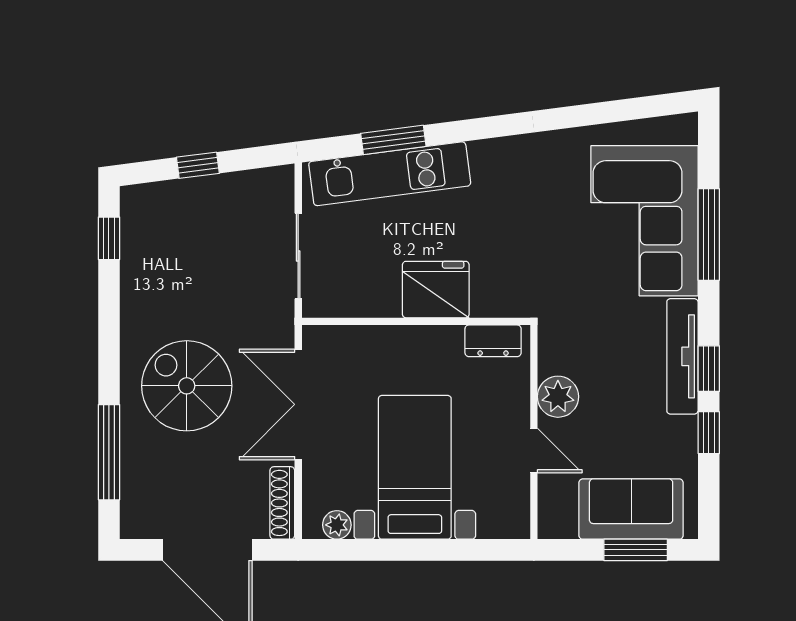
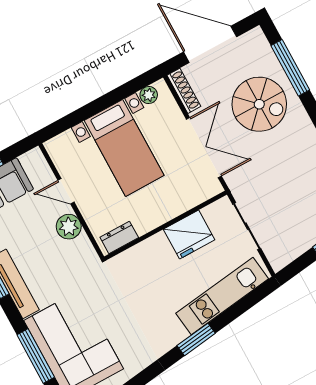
window: (393, 140) -> (196, 339), moved
fridge: (436, 290) -> (189, 235), moved
spiral stairs: (187, 386) -> (259, 104), moved

